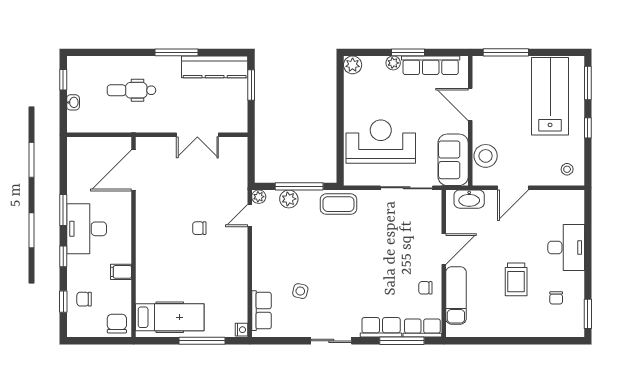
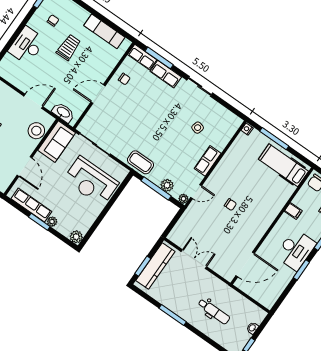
kitchen counter: (215, 67) -> (155, 266), moved, turned 90
exam couch: (456, 295) -> (104, 31), moved, turned -90
row of seats: (261, 311) -> (208, 161), moved

